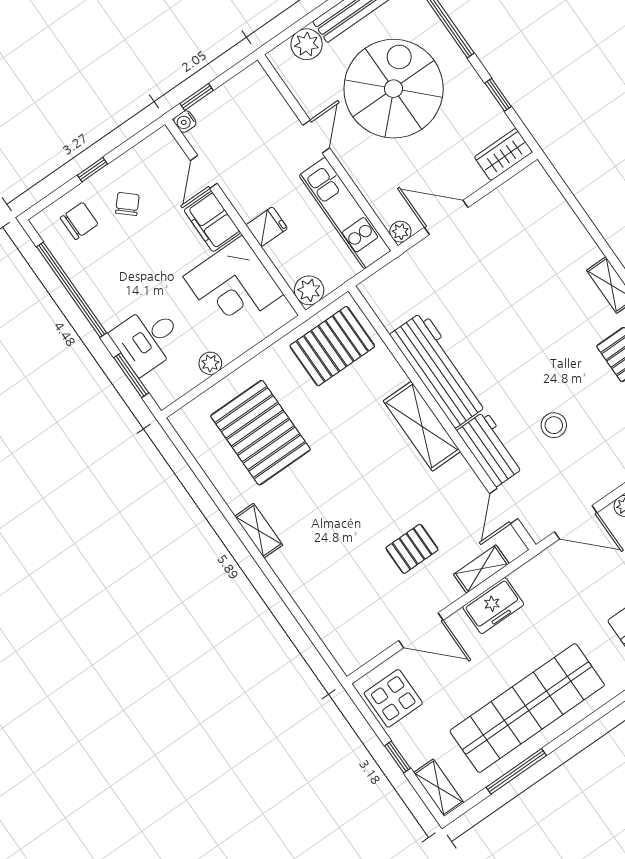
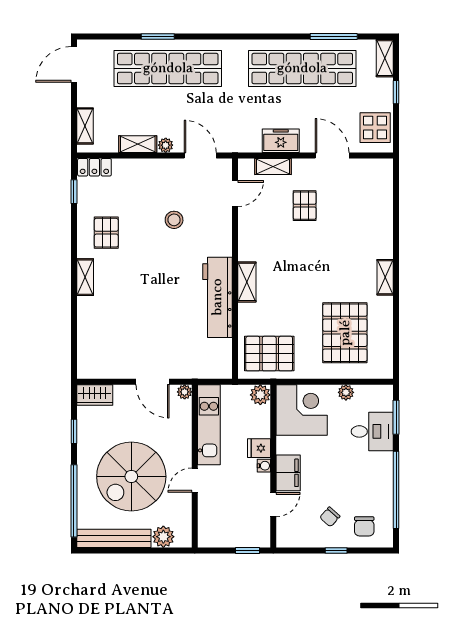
water cooler: (185, 122) -> (264, 466), moved
chair: (79, 221) -> (364, 526), turned -90
corner desk: (233, 285) -> (302, 410), moved
shelving: (422, 426) -> (247, 282), width x0.67, depth x0.75
workbench: (491, 449) -> (220, 231), removed
pallet: (412, 549) -> (305, 206), turned 90

